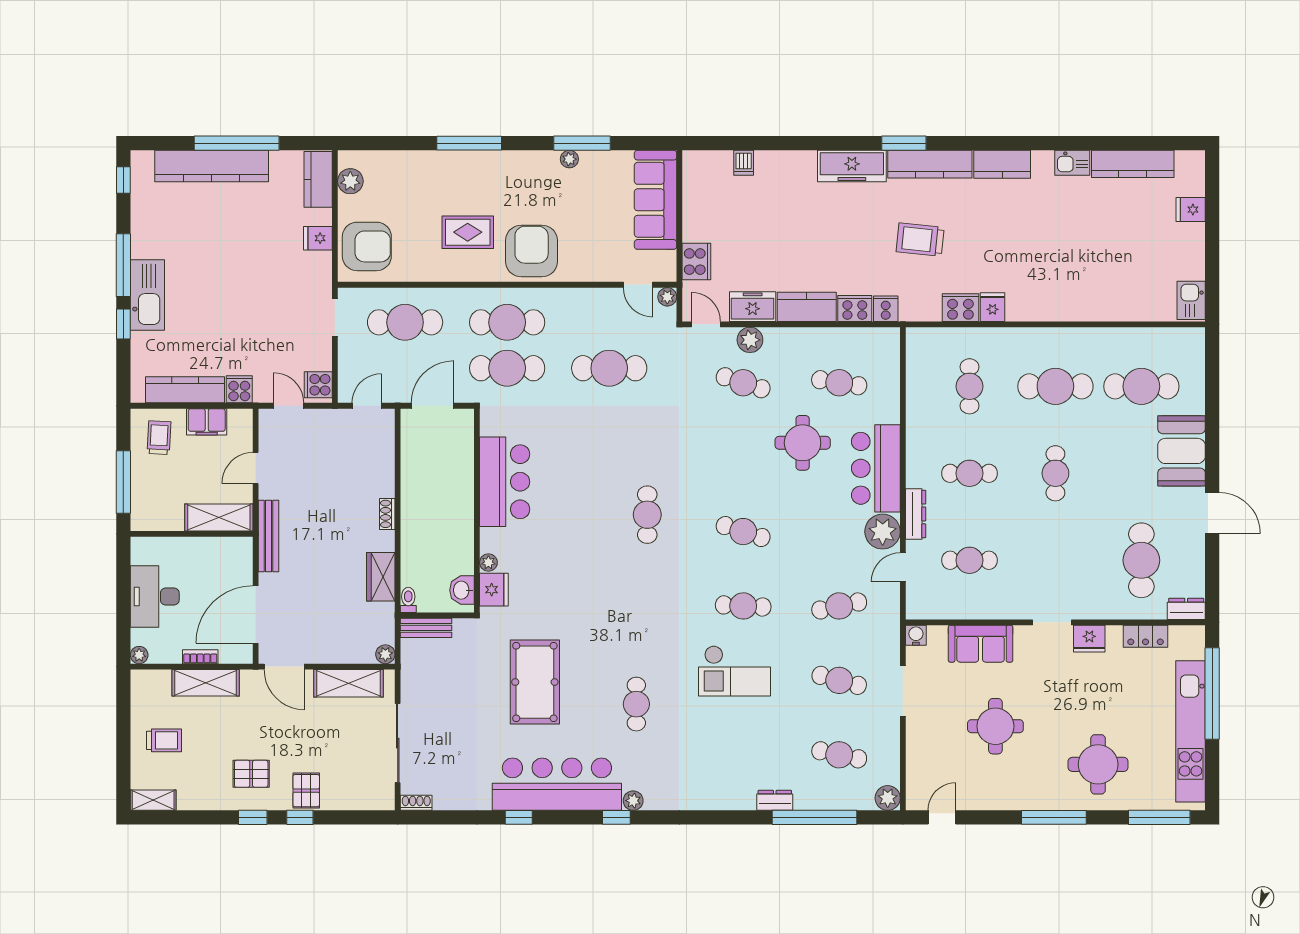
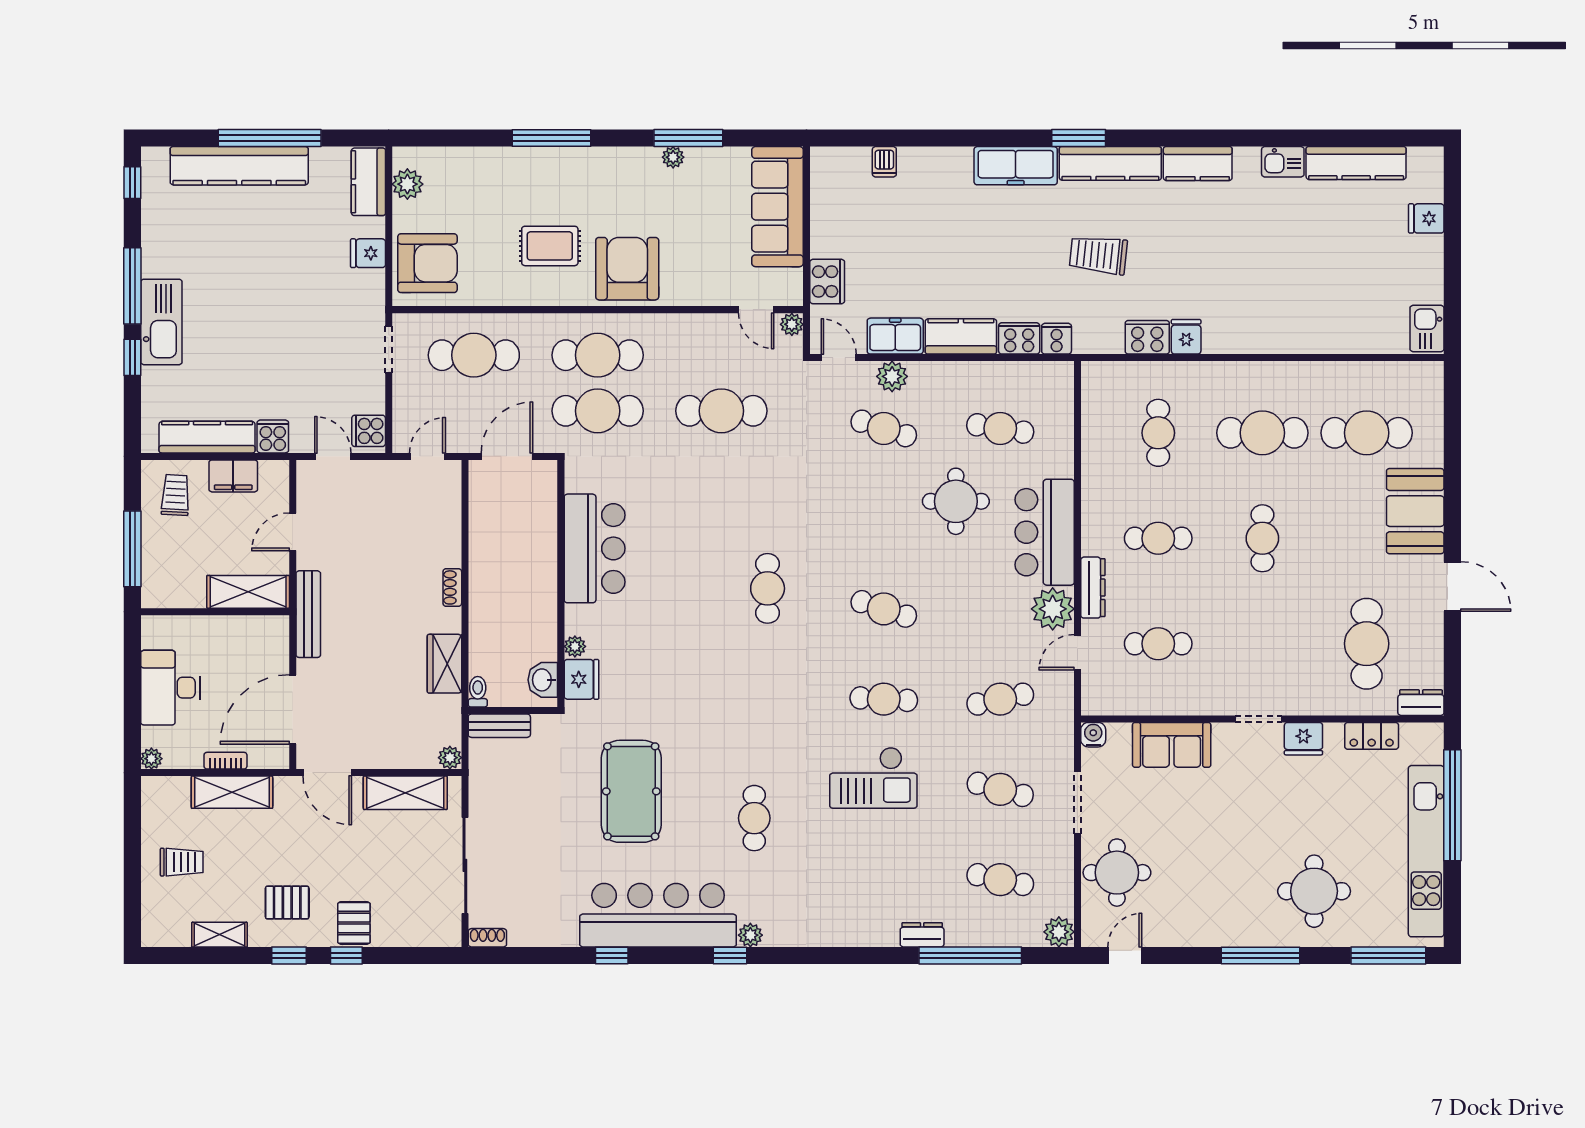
round table: (995, 726) -> (1117, 873), moved
shelving: (153, 800) -> (219, 935), moved

